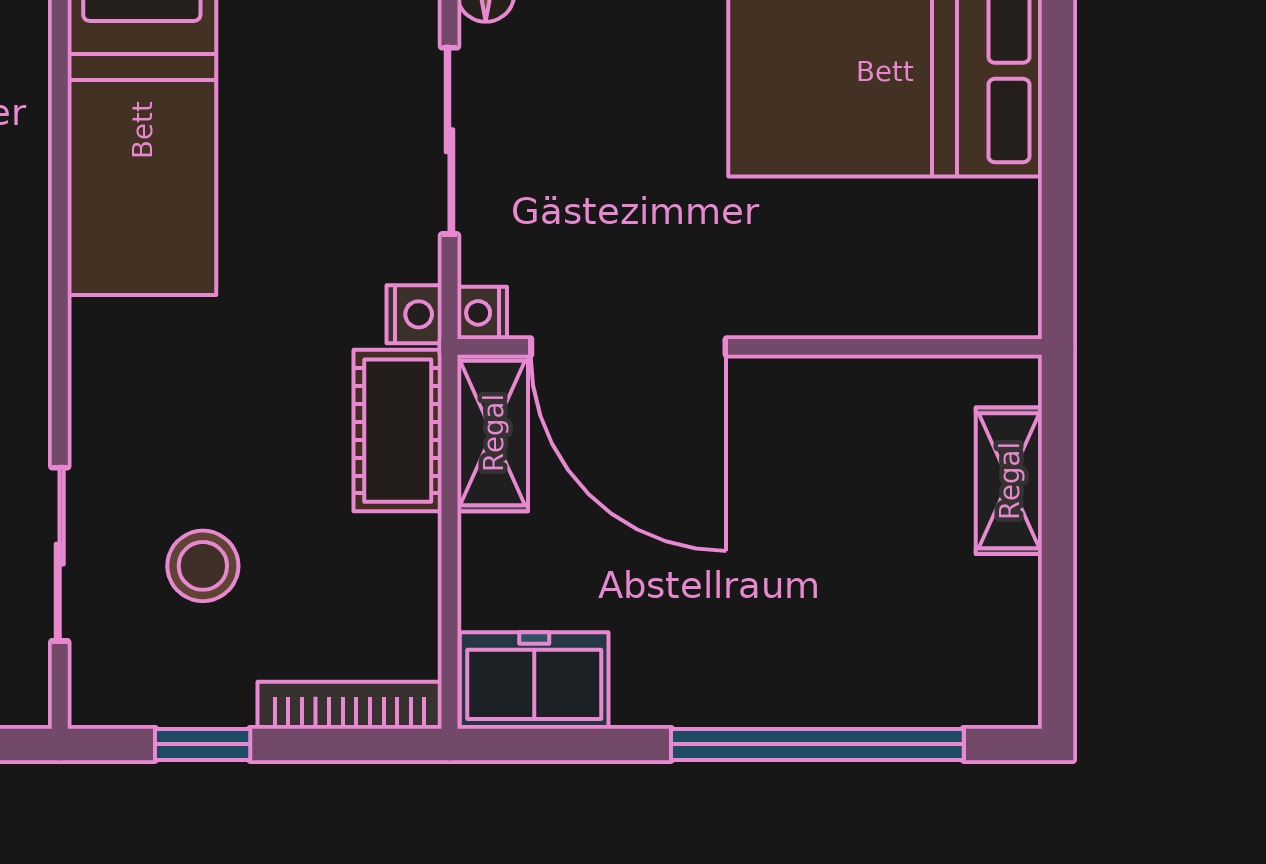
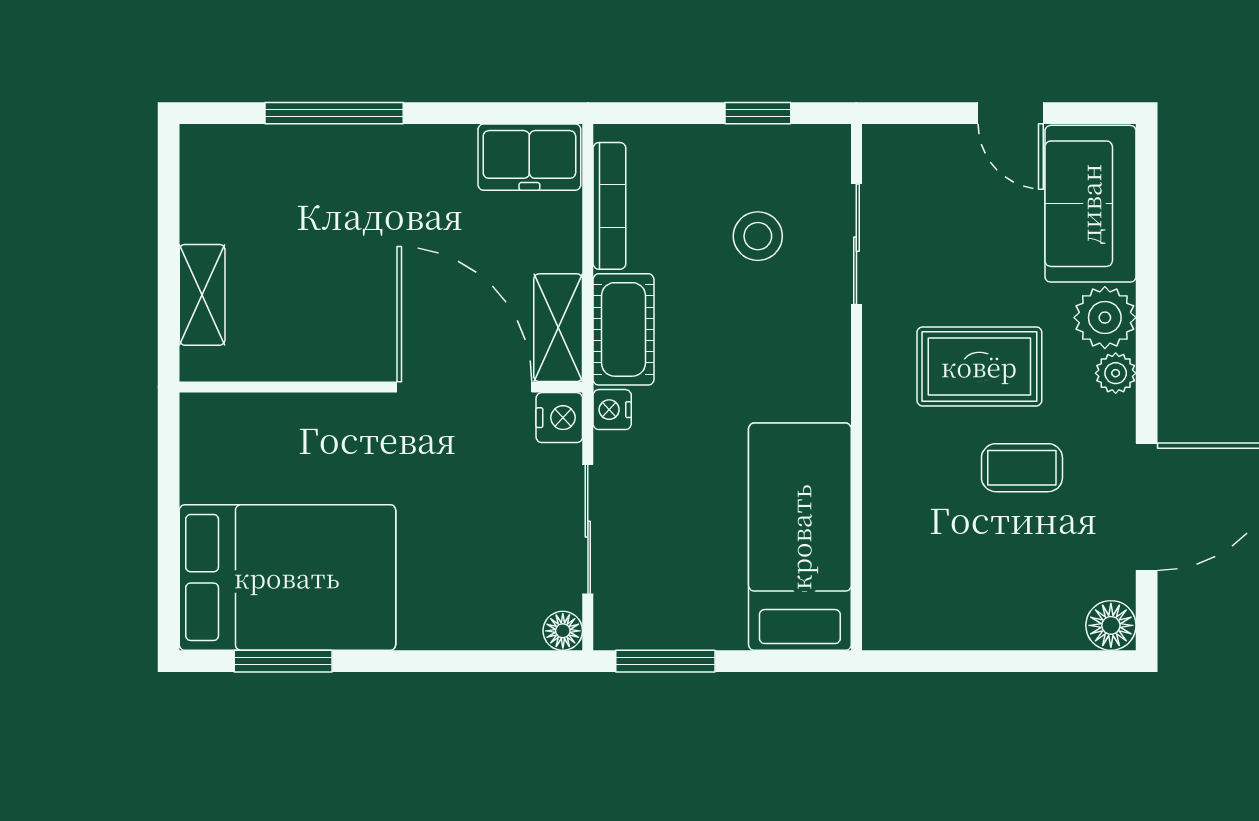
nightstand: (482, 313) -> (559, 418), width x1.39, depth x1.35
bookcase: (350, 705) -> (609, 206), moved, turned -90
window: (817, 744) -> (334, 113), width x0.68

